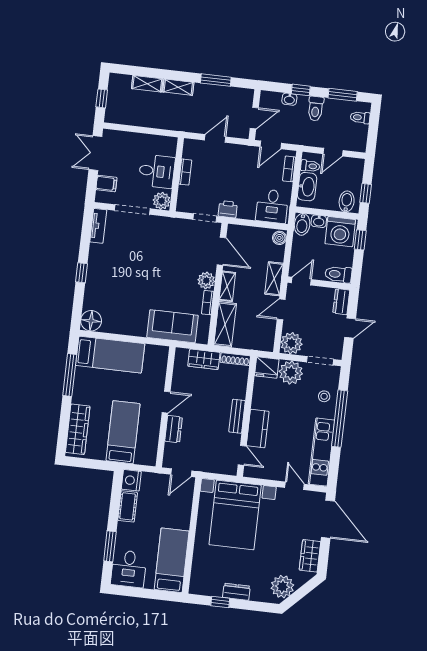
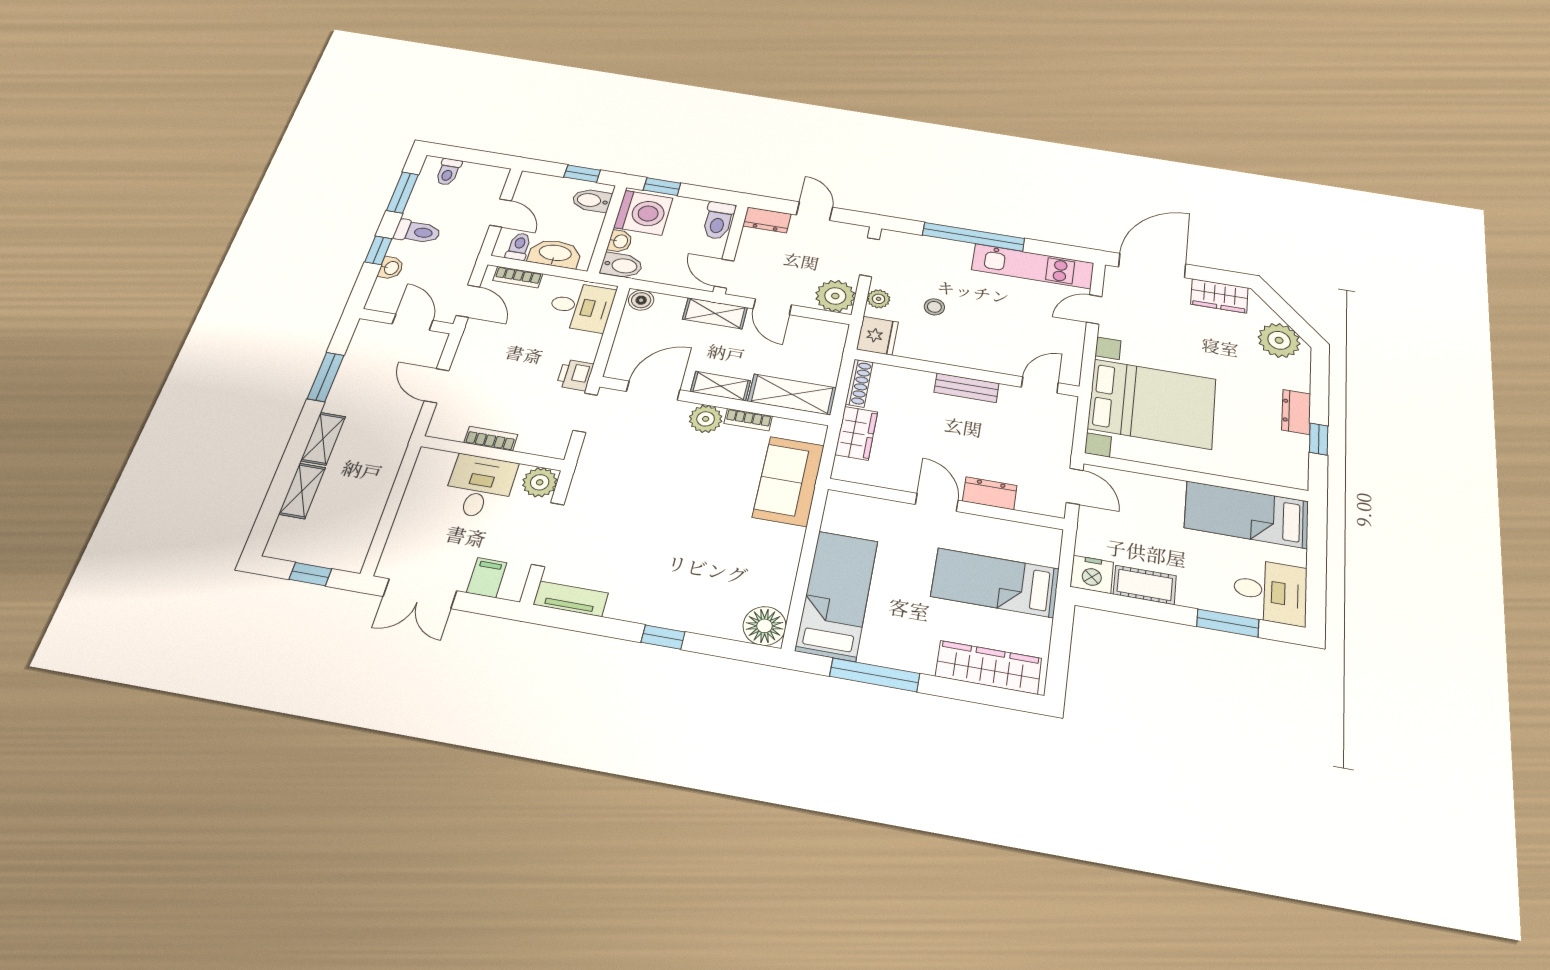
plant: (291, 373) -> (879, 299), width x0.53, depth x0.53
stool: (324, 396) -> (934, 307), moved
kitchen counter: (258, 429) -> (990, 357), removed

